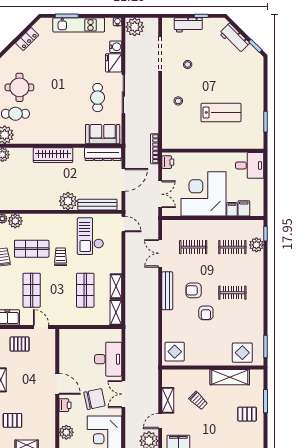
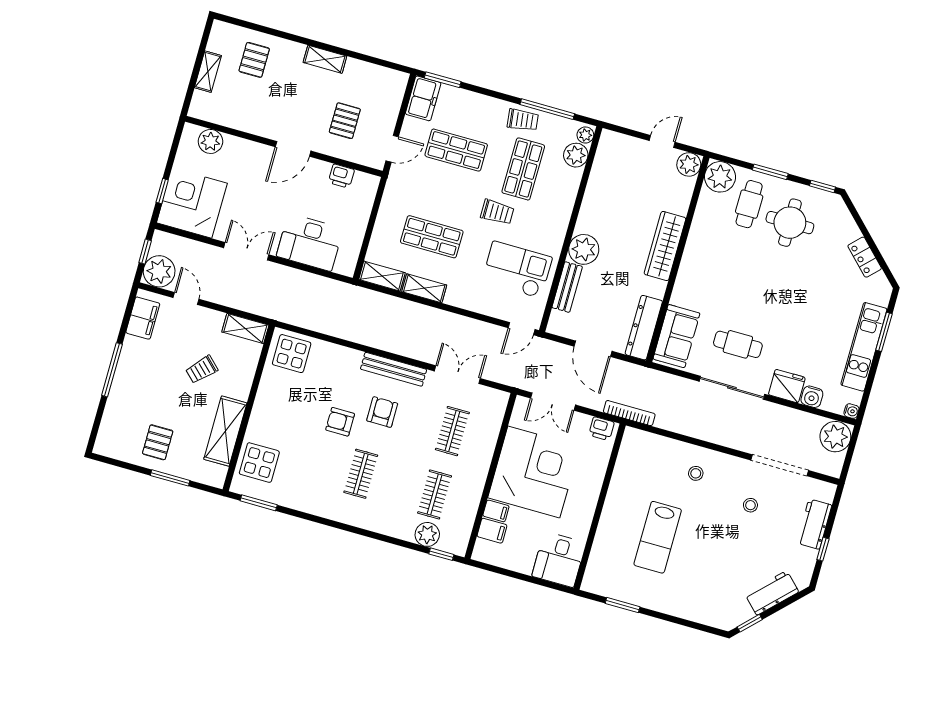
bench: (97, 205) -> (567, 287), width x0.73
pallet: (20, 344) -> (345, 121), moved
chair: (94, 399) -> (251, 202), removed
shelving: (168, 400) -> (245, 328), moved
printer: (65, 405) -> (341, 176), moved

